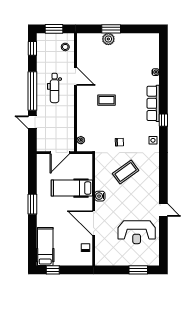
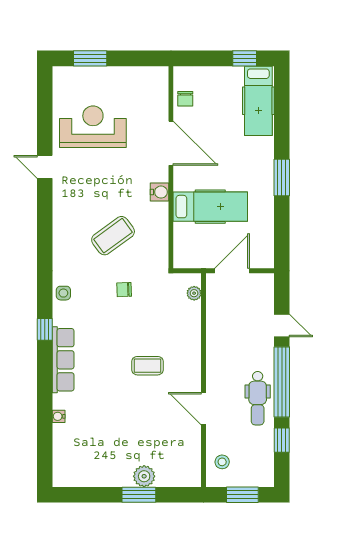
window: (32, 48) -> (282, 440), moved
dental chair: (55, 88) -> (258, 398), moved, turned 180

